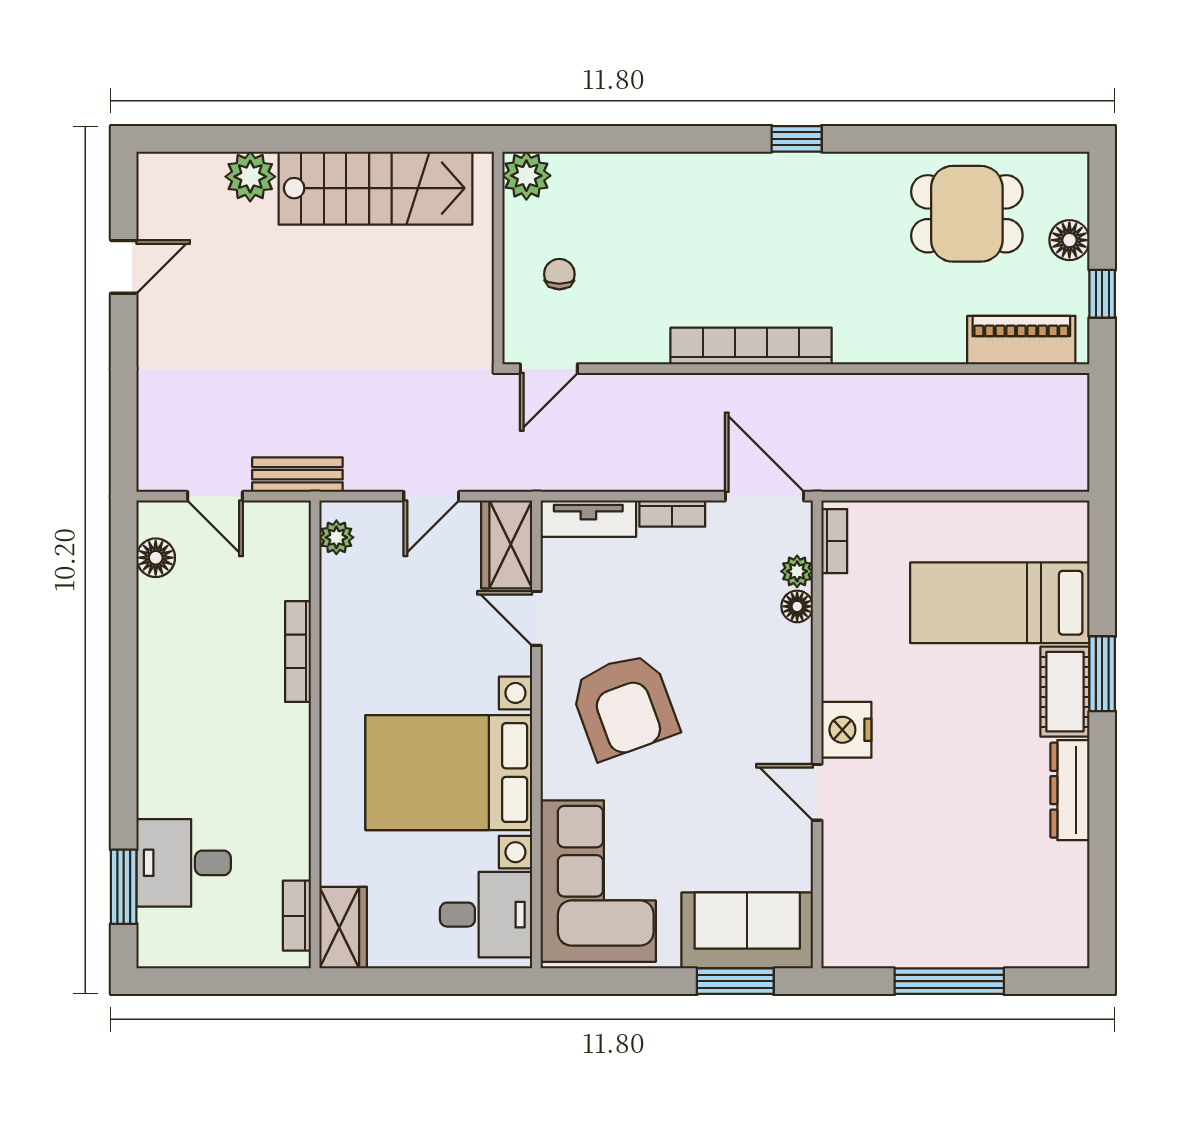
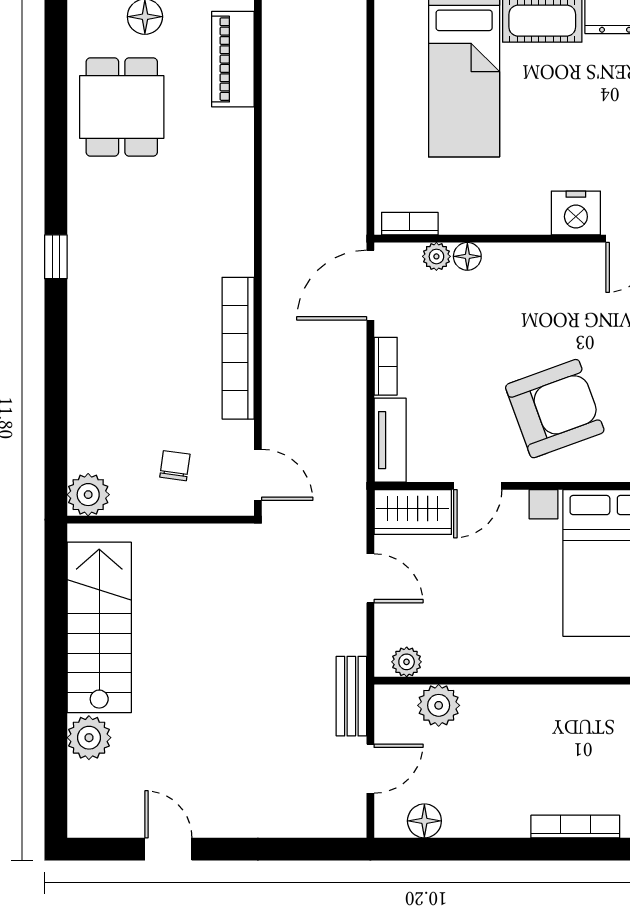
chair: (559, 274) -> (175, 466), turned 98
bookcase: (751, 346) -> (238, 348), moved
plant: (287, 574) -> (439, 705), added
bookcase: (298, 652) -> (575, 826), moved, turned 180

